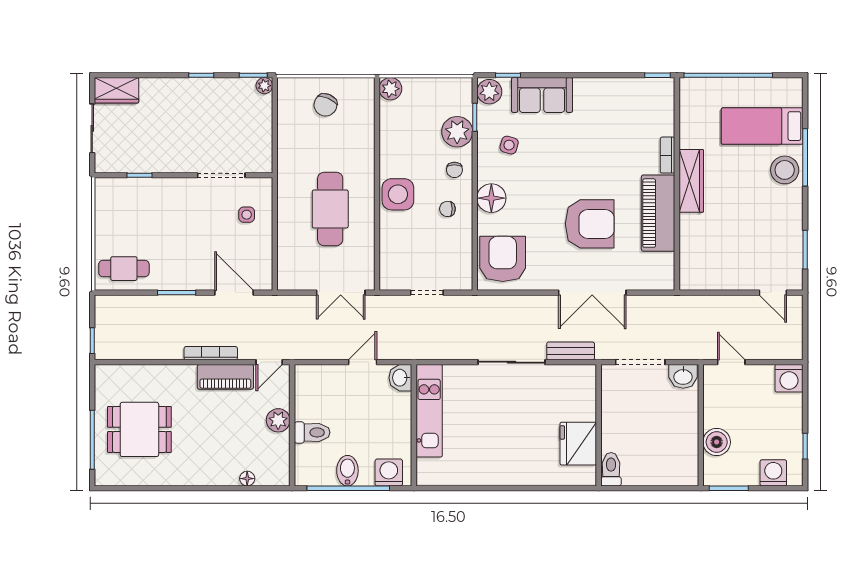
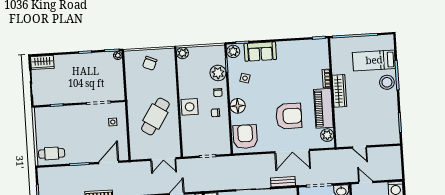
cafe table: (330, 209) -> (155, 116), turned 33
plant: (662, 266) -> (327, 135), added
door: (234, 293) -> (109, 162), hinge flipped
door: (773, 293) -> (360, 147), moved

